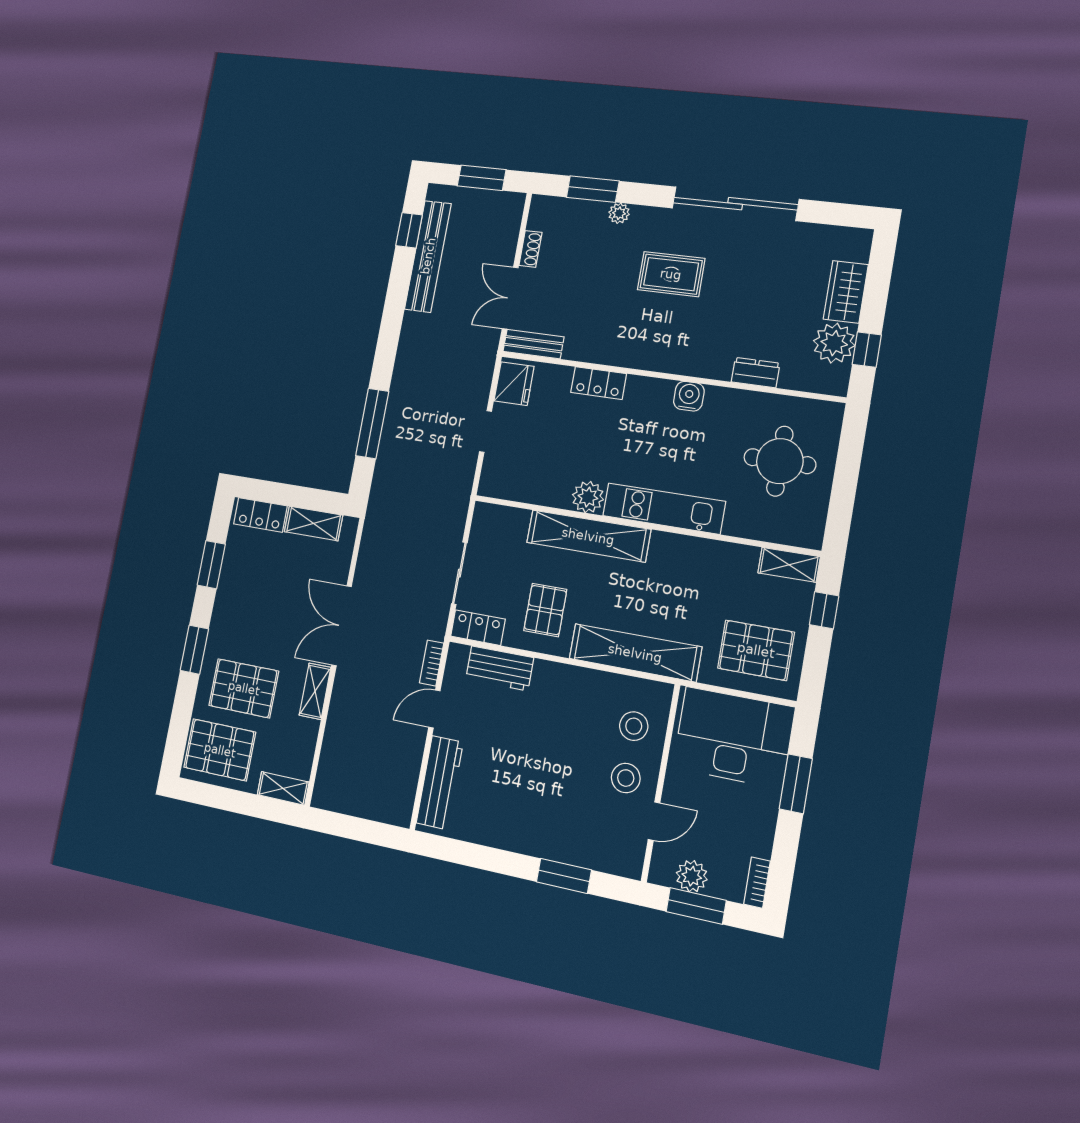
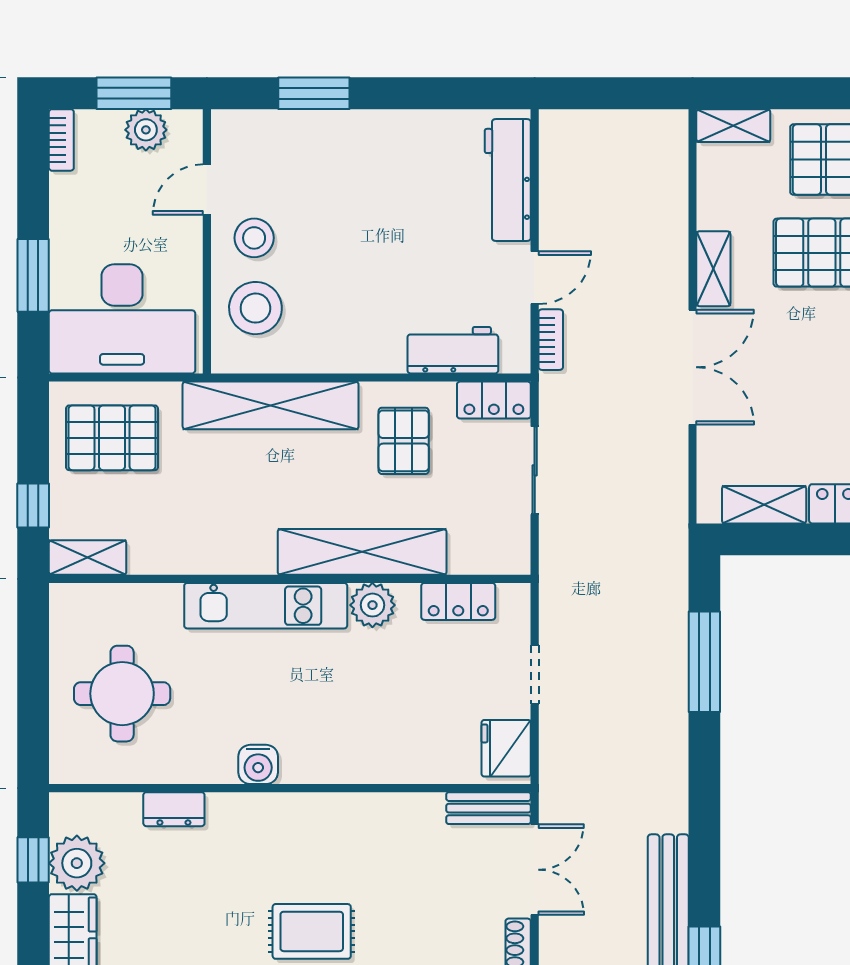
locker: (599, 383) -> (458, 601), moved, turned 180
stool: (634, 726) -> (255, 308), width x1.38, depth x1.38

